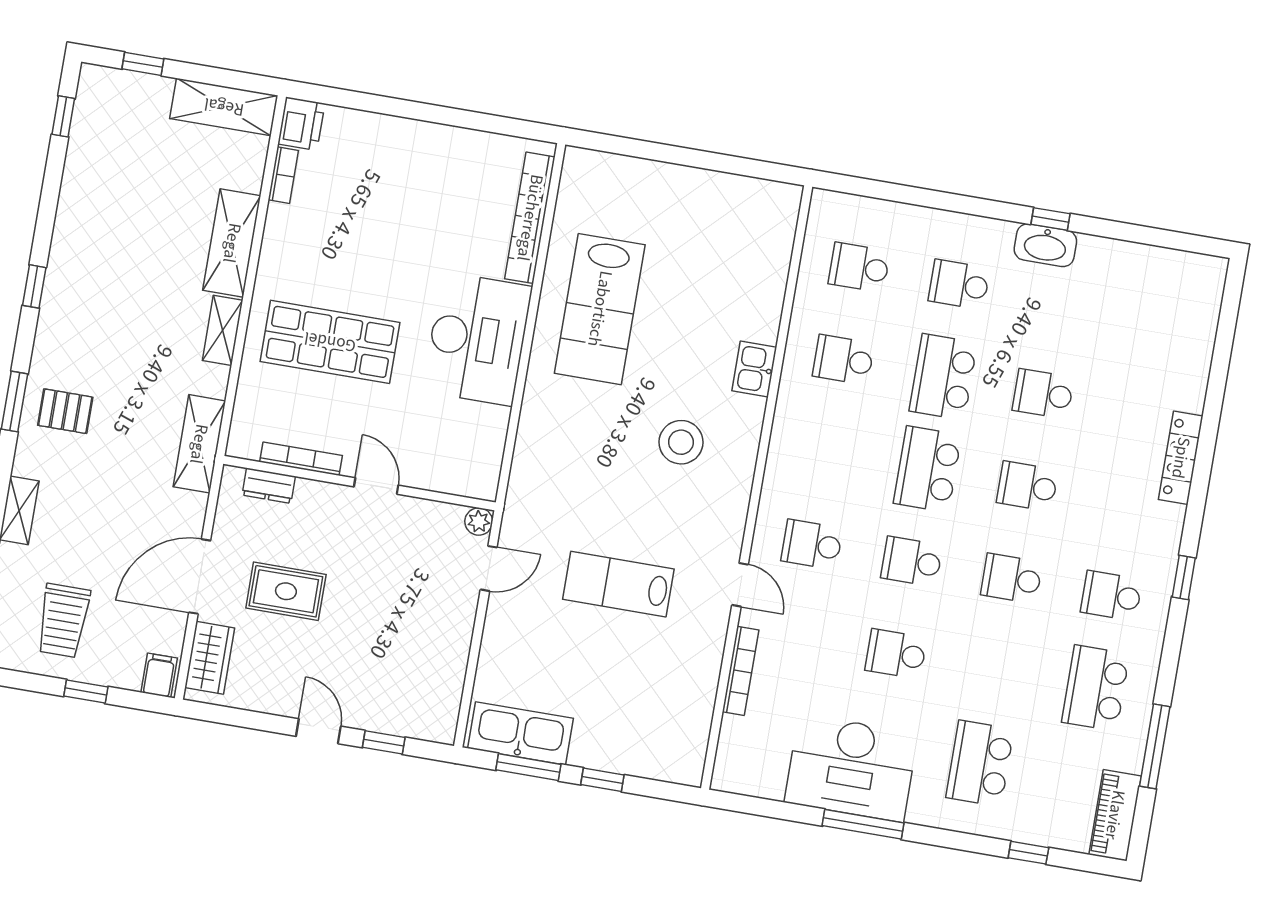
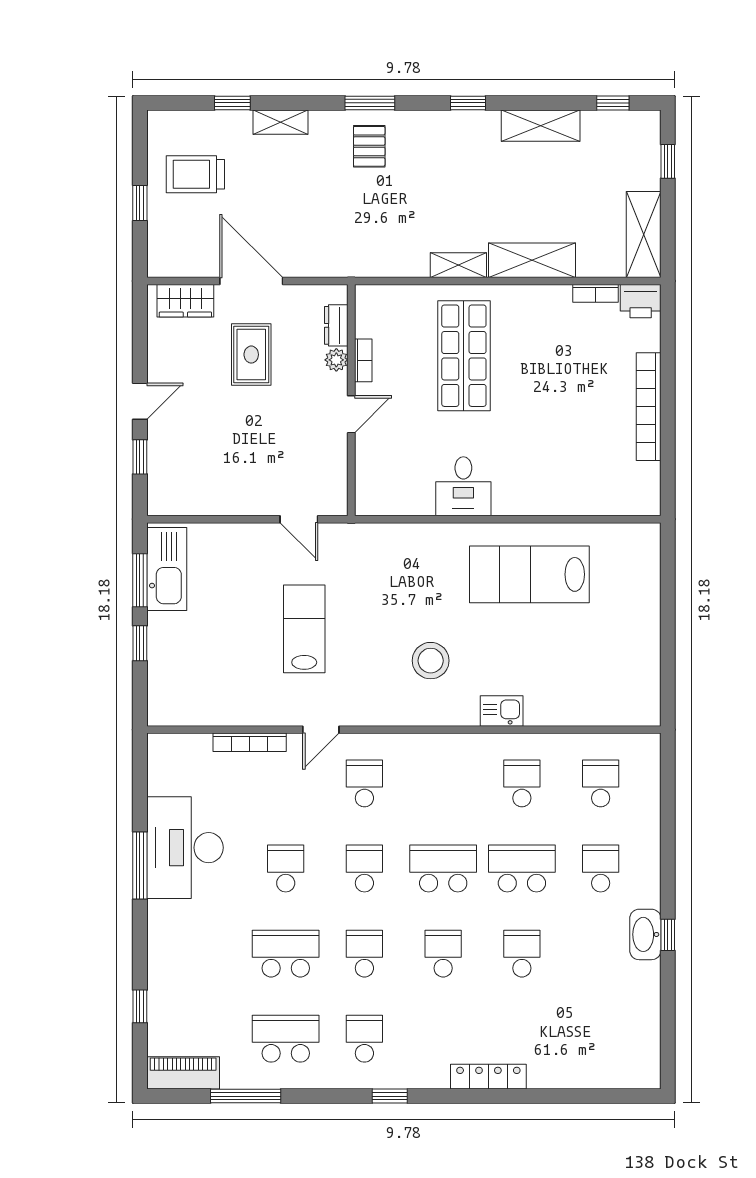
bookcase: (530, 218) -> (649, 407), moved, turned -90
desk: (477, 339) -> (463, 486), width x0.53, depth x0.77
shelving: (199, 444) -> (541, 126), moved
bookcase: (301, 459) -> (363, 360), width x0.64
plant: (479, 522) -> (336, 360), moved
filing cabinet: (159, 675) -> (164, 261), removed
school desk: (980, 763) -> (286, 954), moved

